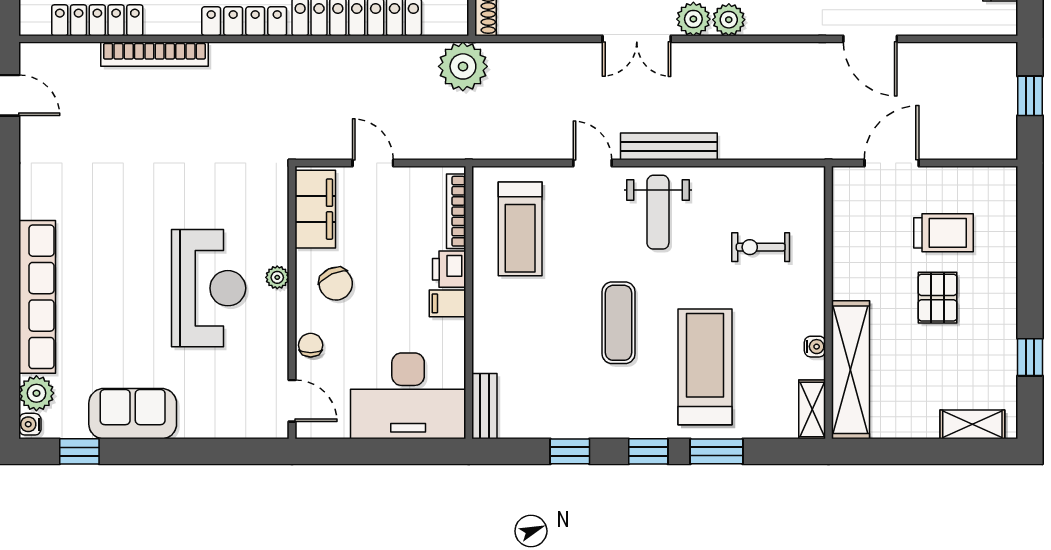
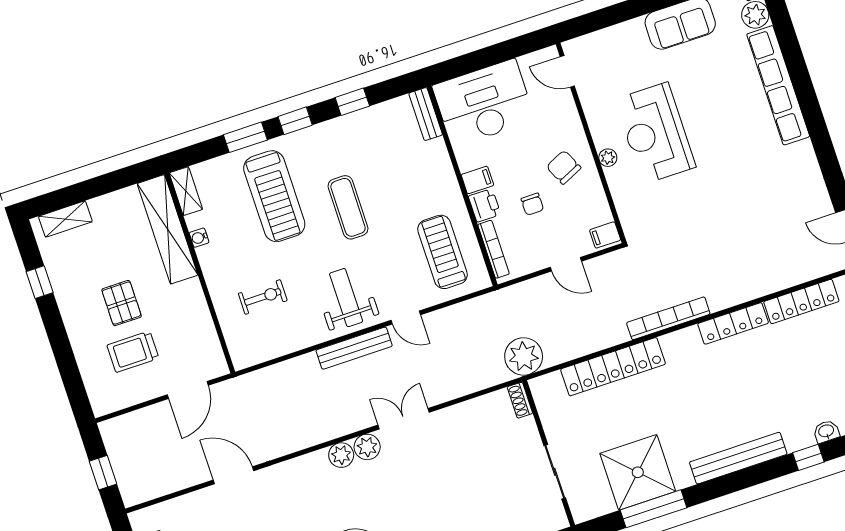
locker: (244, 21) -> (733, 323), moved
bookcase: (154, 54) -> (668, 318), moved
filing cabinet: (315, 209) -> (605, 235), width x0.33, depth x0.86
chair: (311, 345) -> (532, 204), moved

